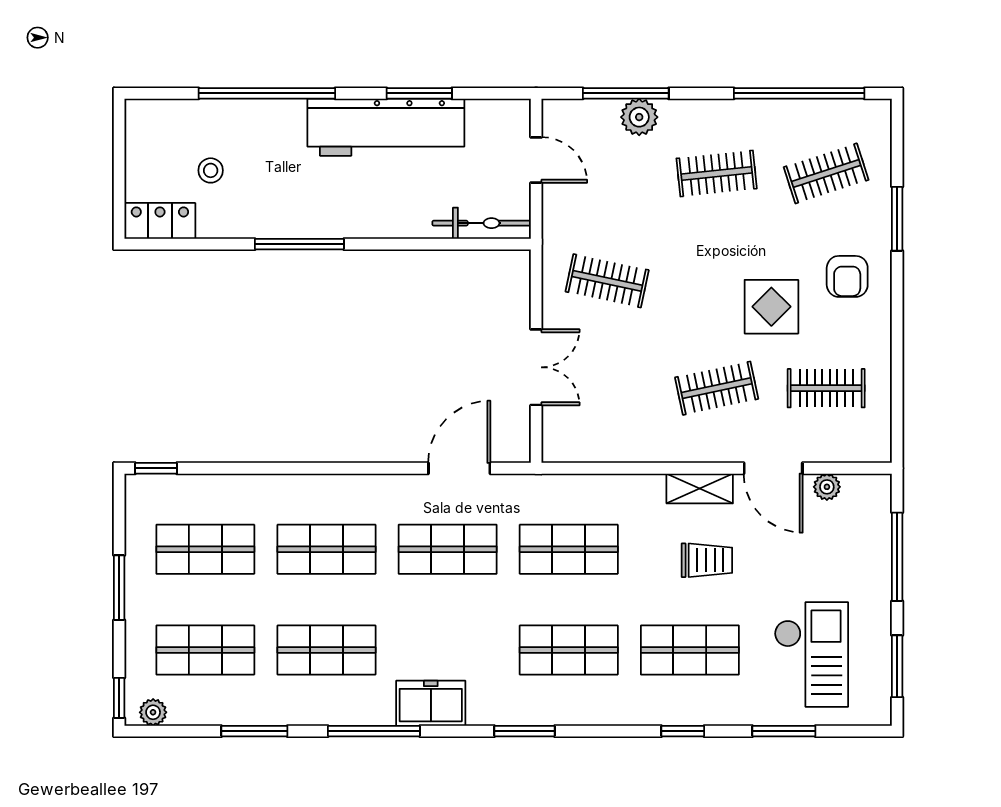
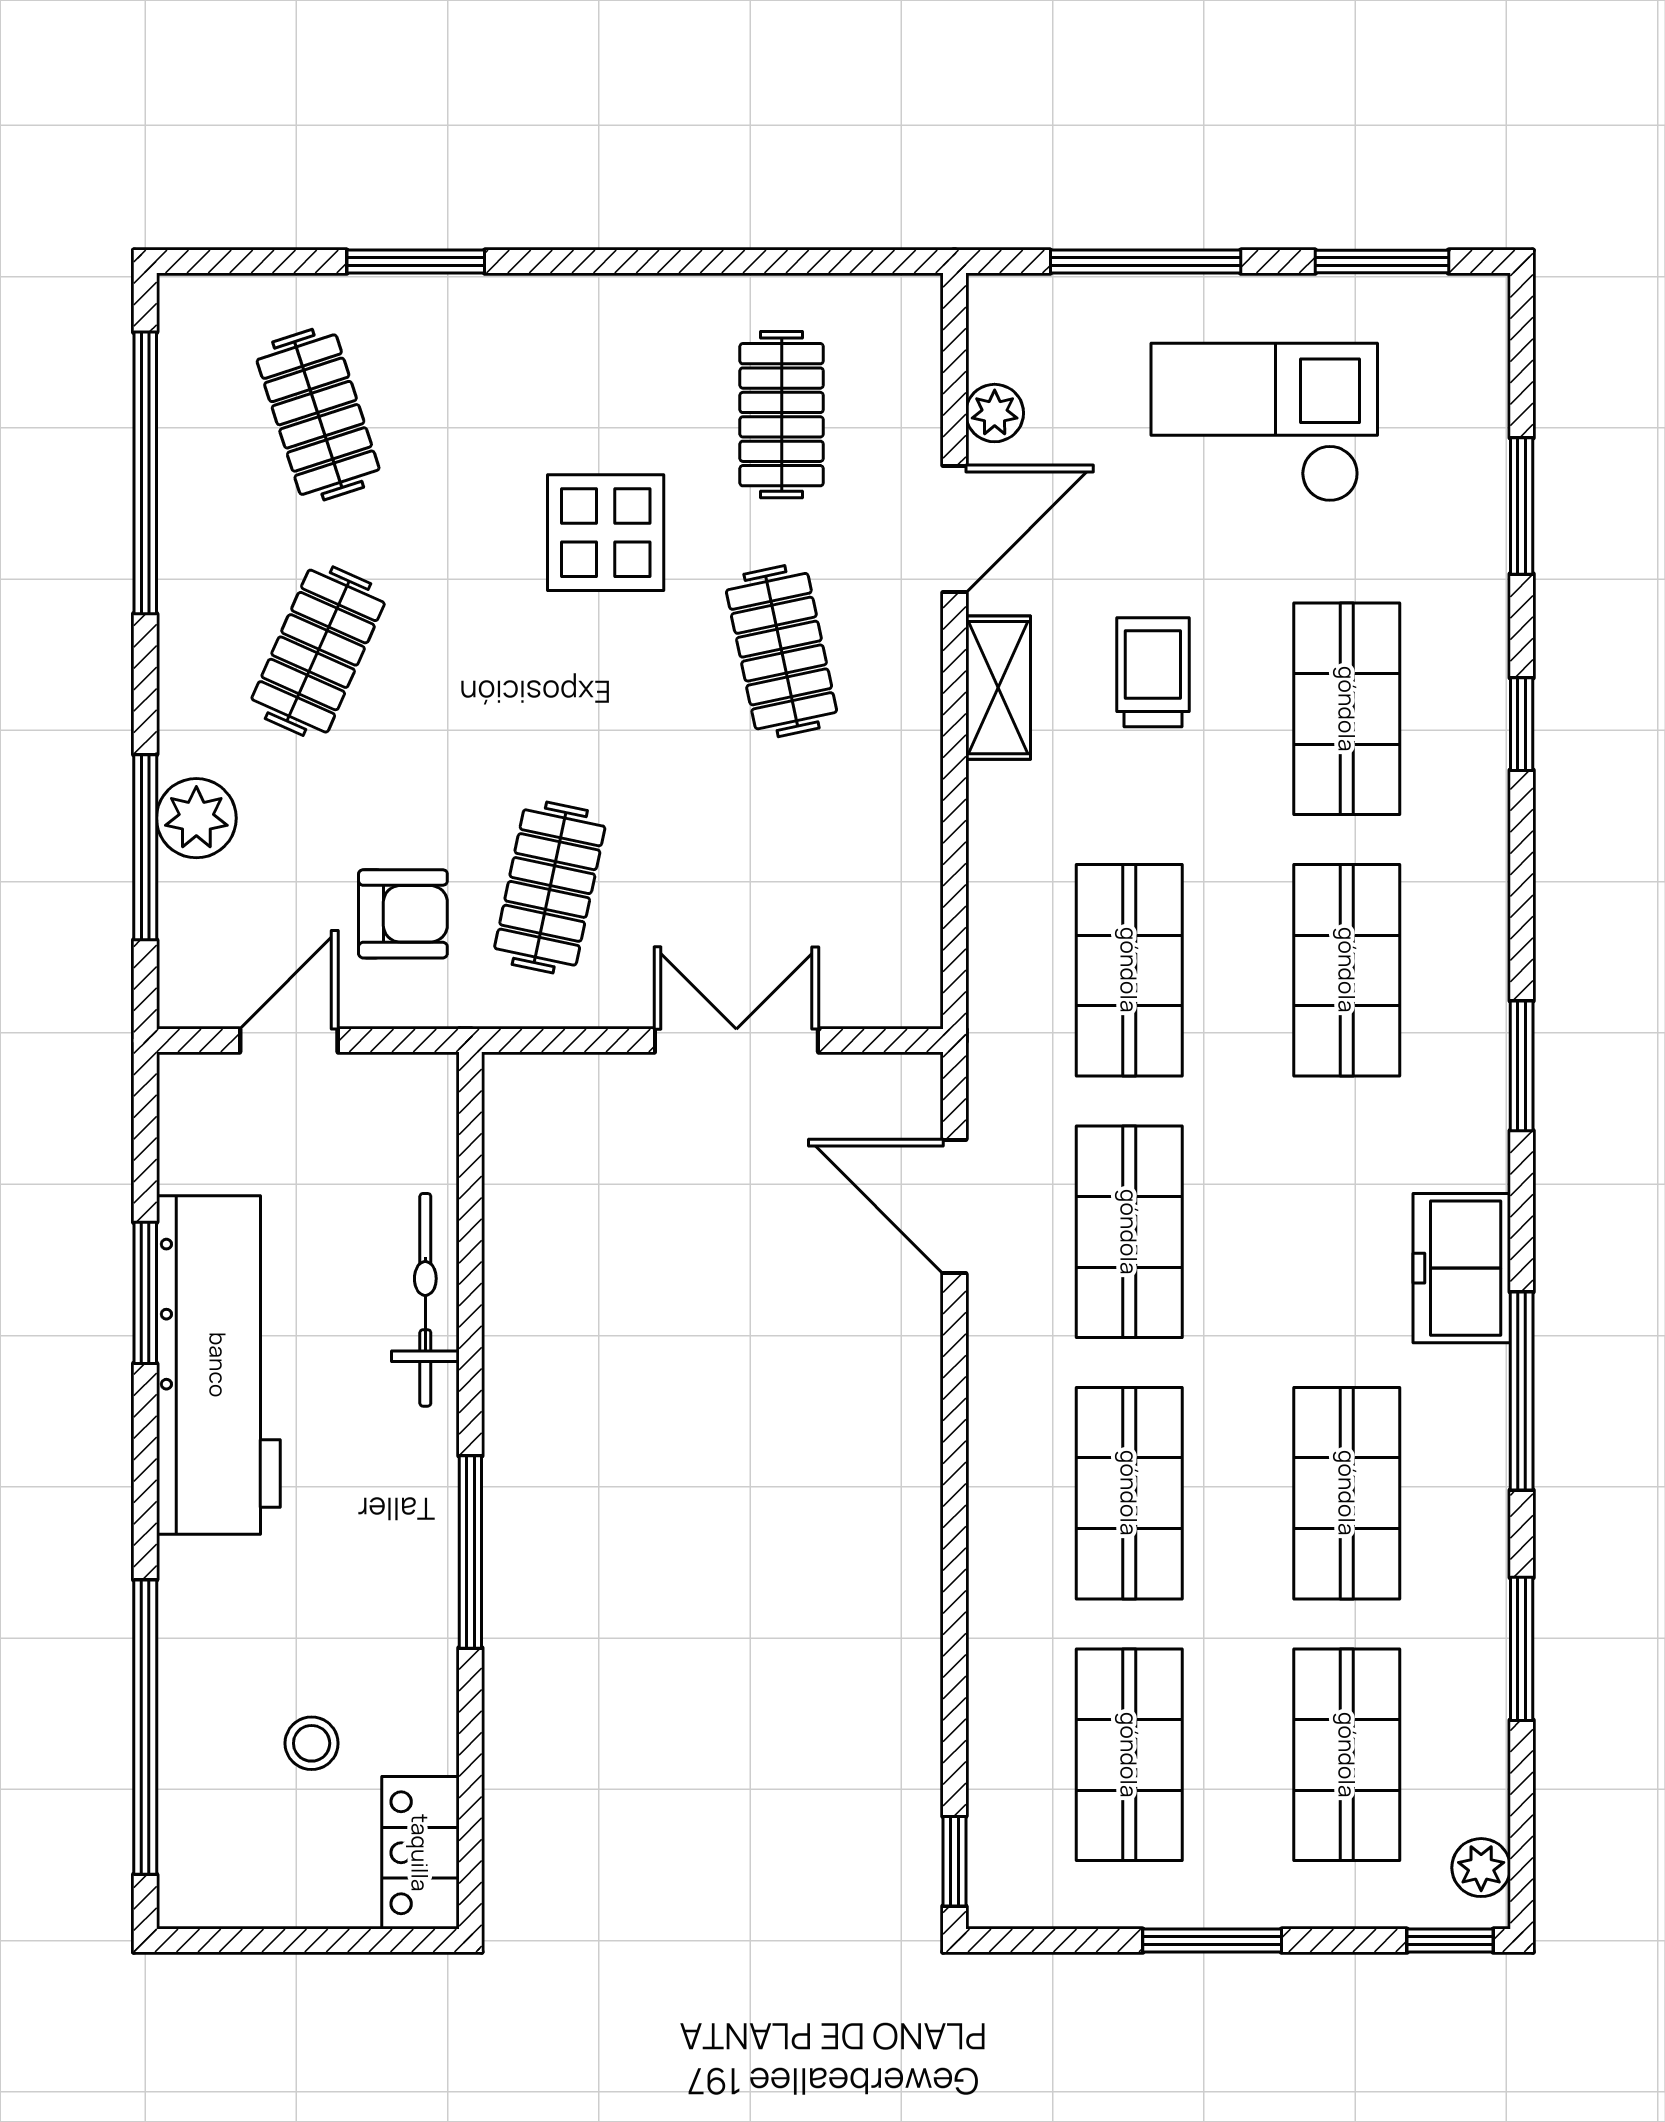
window: (267, 93) -> (145, 1727), moved
clothes rail: (717, 173) -> (318, 651), turned 30
bicycle: (482, 223) -> (425, 1300), moved
armchair: (847, 276) -> (403, 914), moved
checkout: (811, 655) -> (1264, 423), moved

